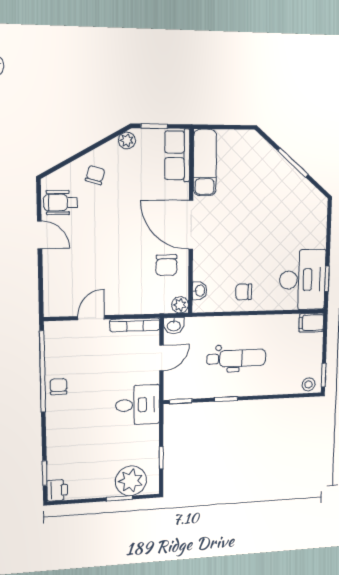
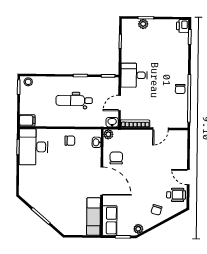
plant: (131, 481) -> (143, 24), width x0.53, depth x0.53

